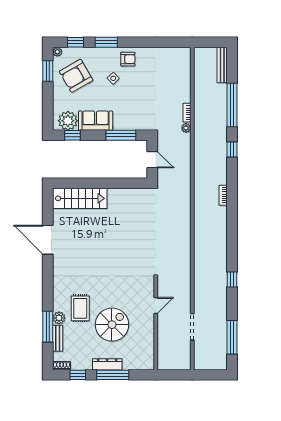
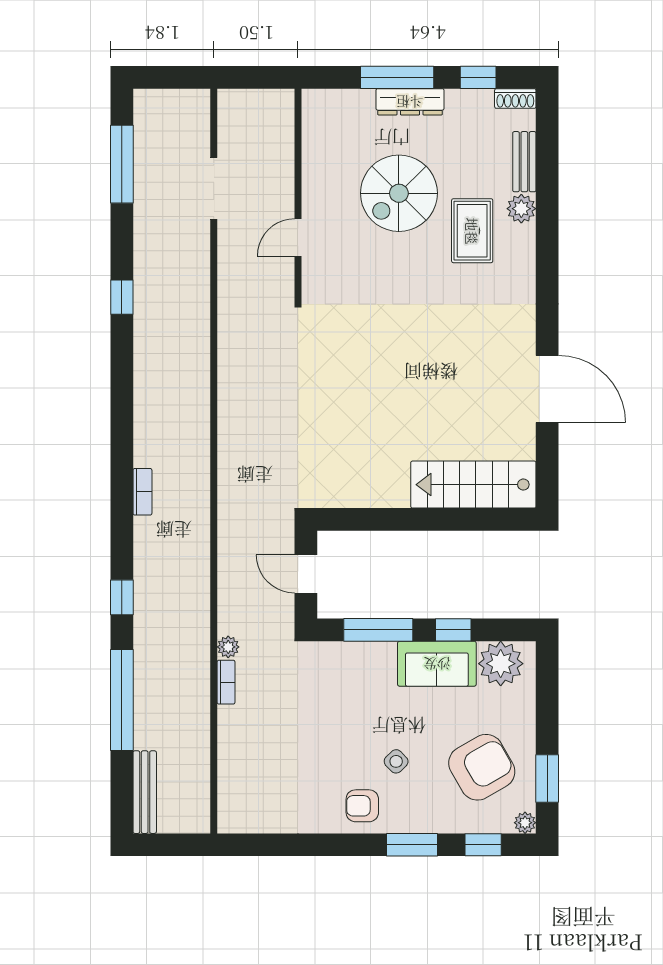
window: (73, 135) -> (453, 630), moved
window: (48, 327) -> (547, 189), removed

